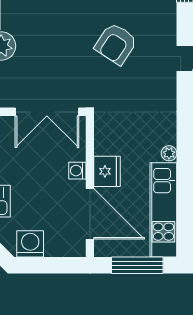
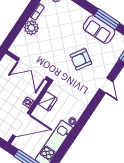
fridge: (107, 171) -> (48, 101), moved
door: (90, 214) -> (21, 125), hinge flipped

